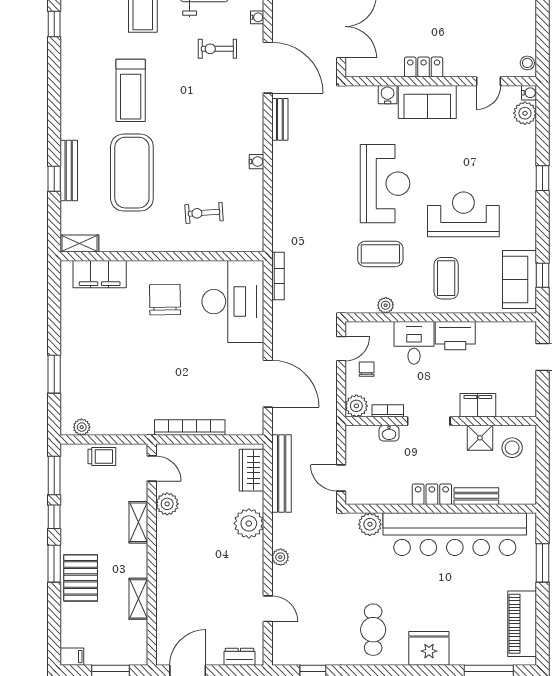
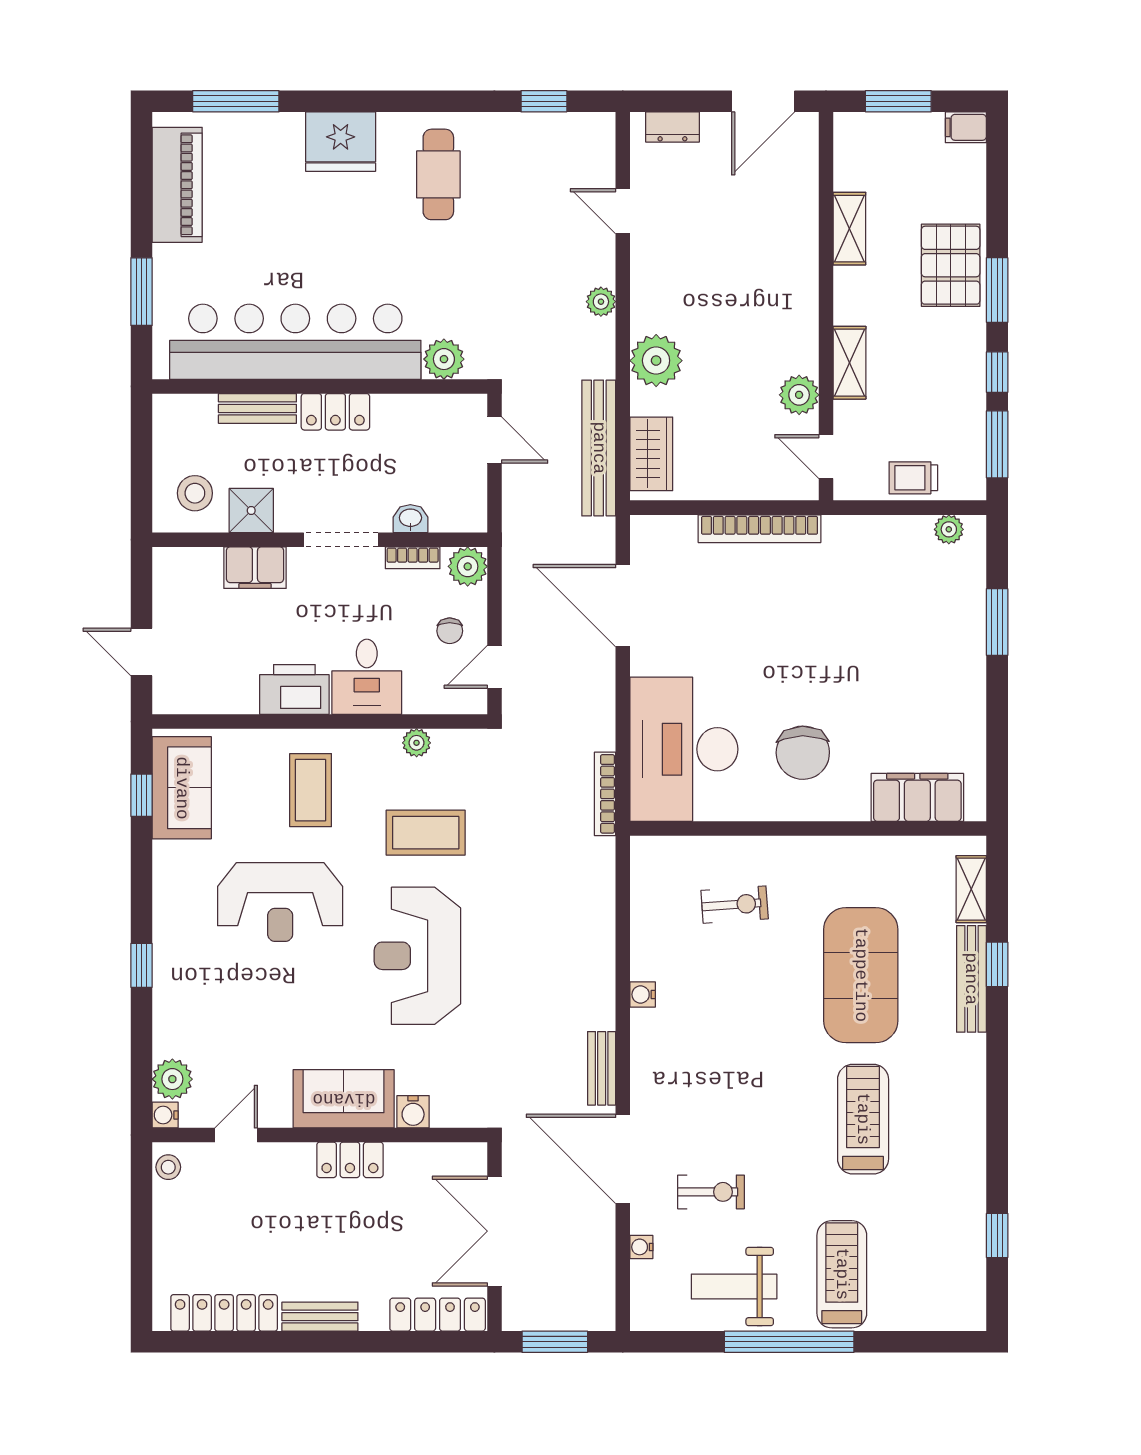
shelving: (79, 244) -> (971, 889), moved, turned 90

